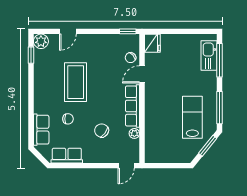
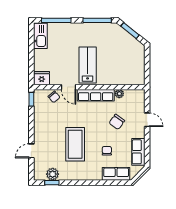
door: (68, 31) -> (31, 151), swing flipped
plant: (41, 41) -> (53, 174), moved
kitchen sink: (209, 55) -> (40, 36), moved, turned -90
coffee table: (76, 82) -> (75, 144), turned 90
lab bench: (192, 117) -> (88, 65), moved, turned 90
door: (126, 166) -> (147, 120), moved

